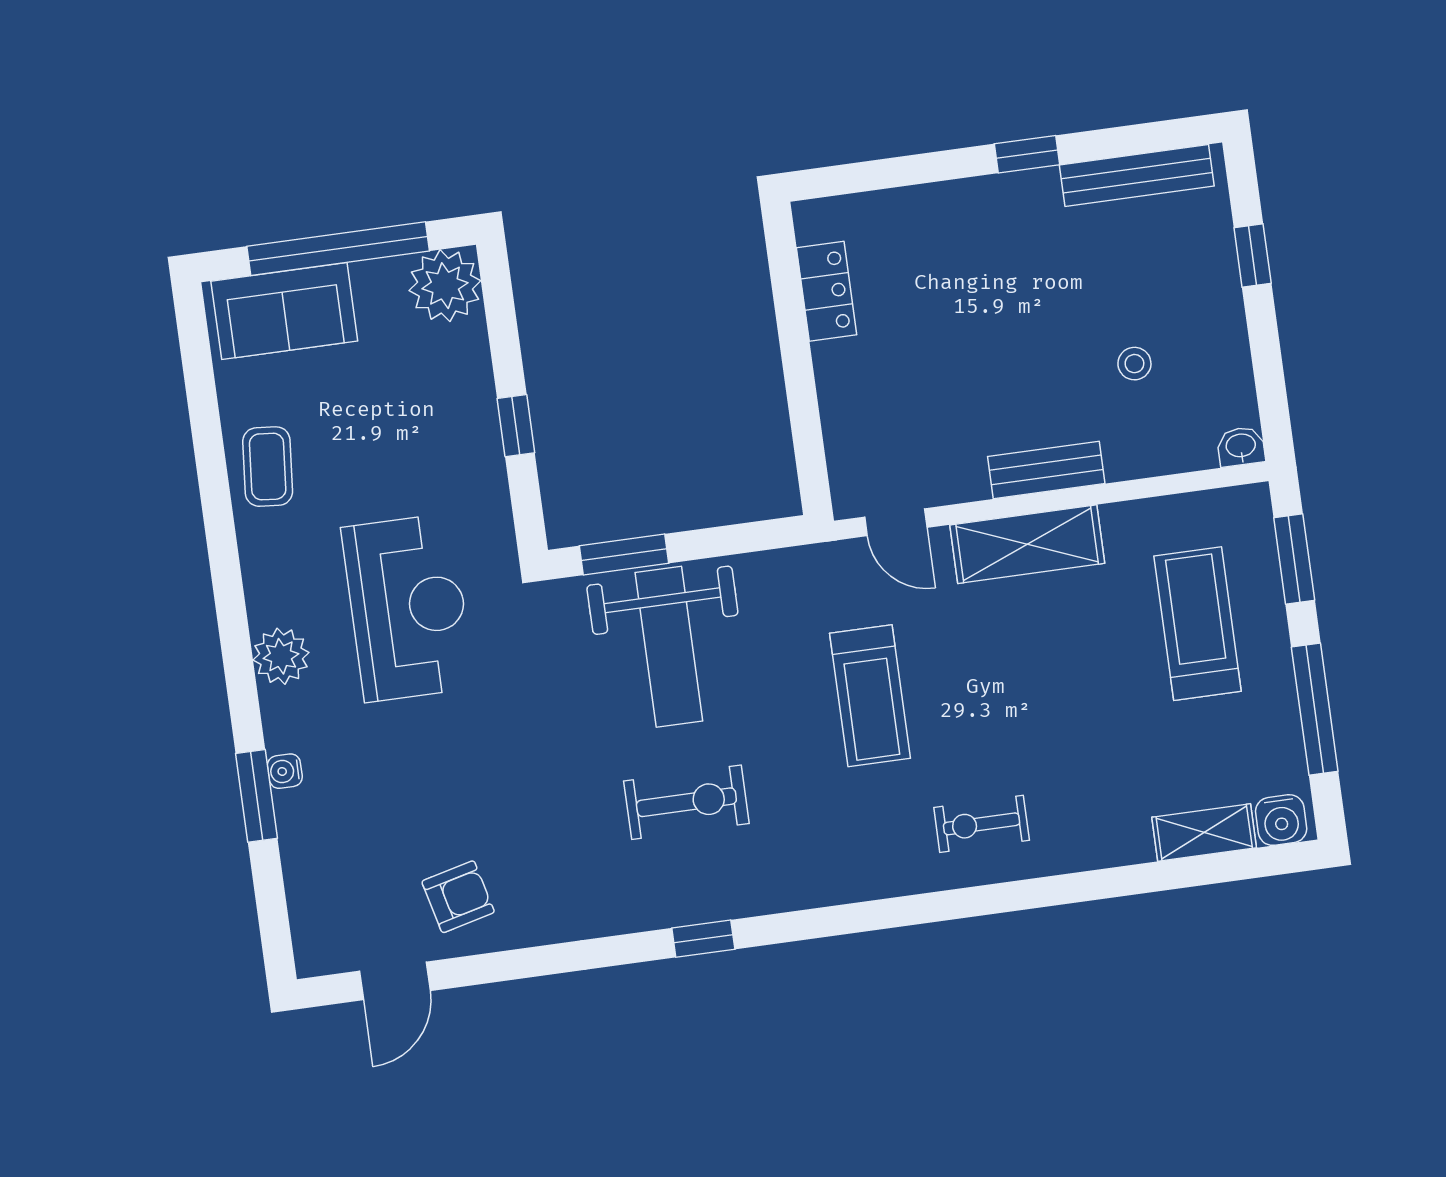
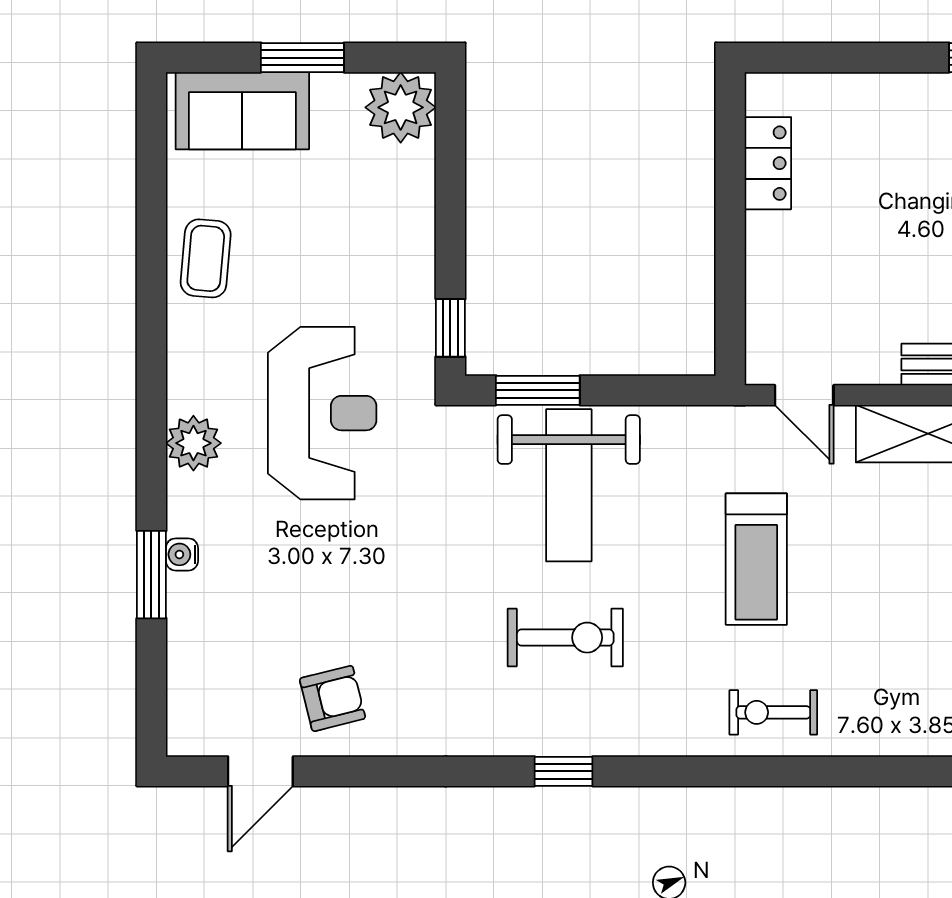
window: (338, 249) -> (302, 58), width x0.47
window: (516, 426) -> (450, 328), moved
exercise bike: (982, 824) -> (773, 712), moved

